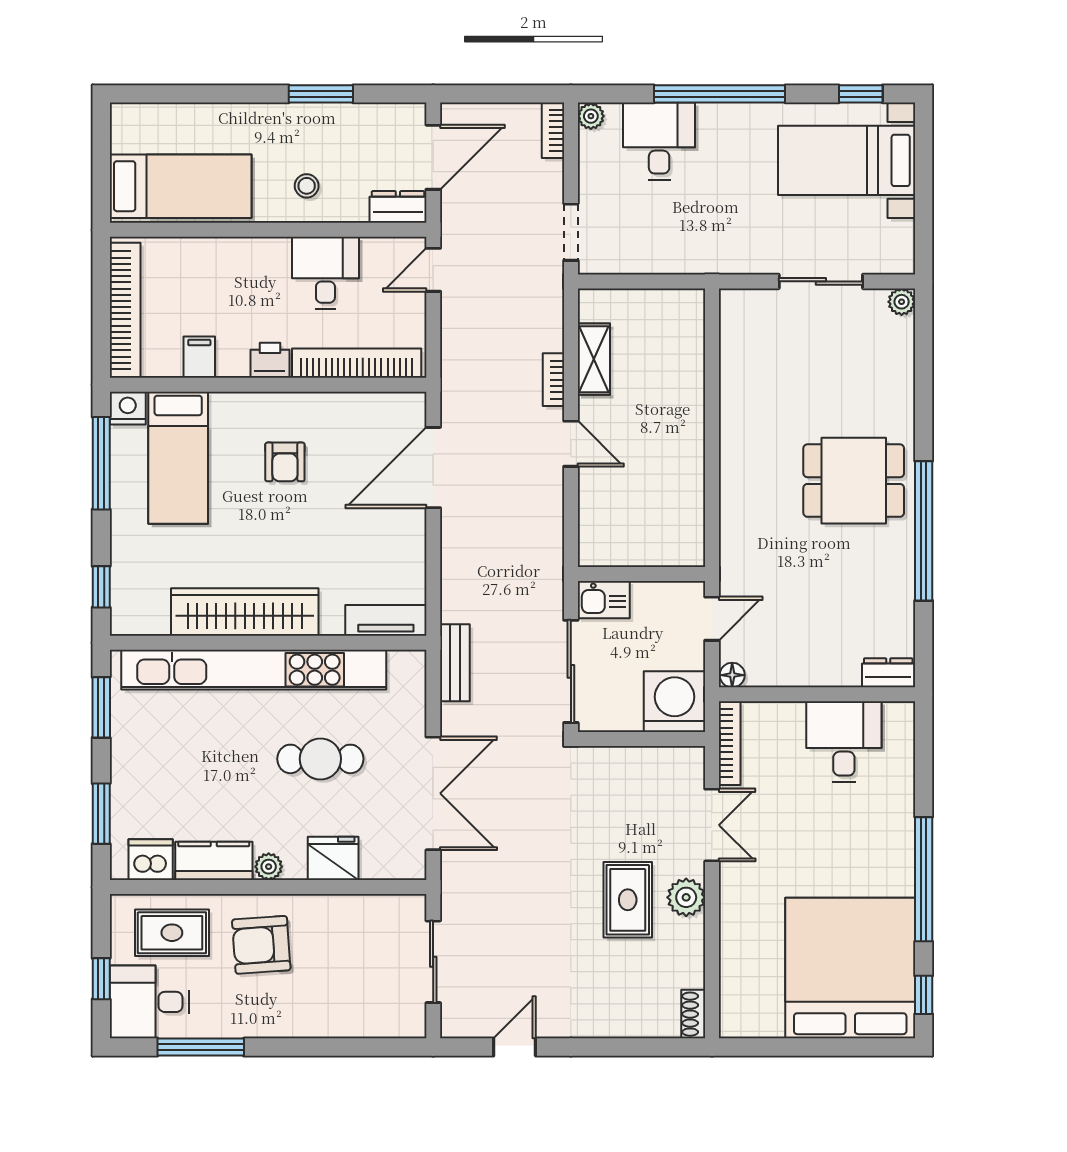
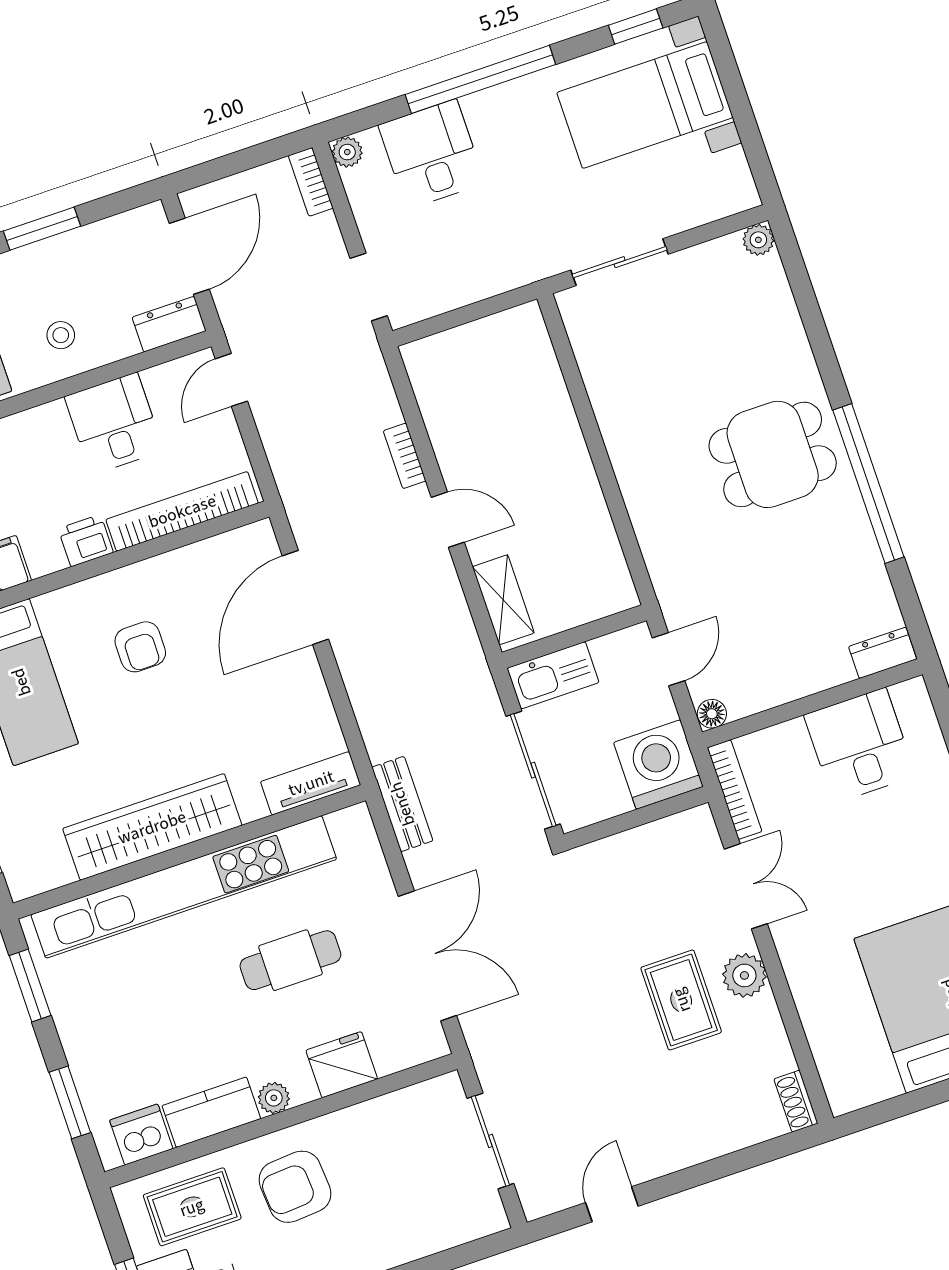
sliding door: (821, 281) -> (620, 262), moved
shelving: (594, 359) -> (503, 600), moved
kitchen sink: (604, 600) -> (553, 675), width x1.38

